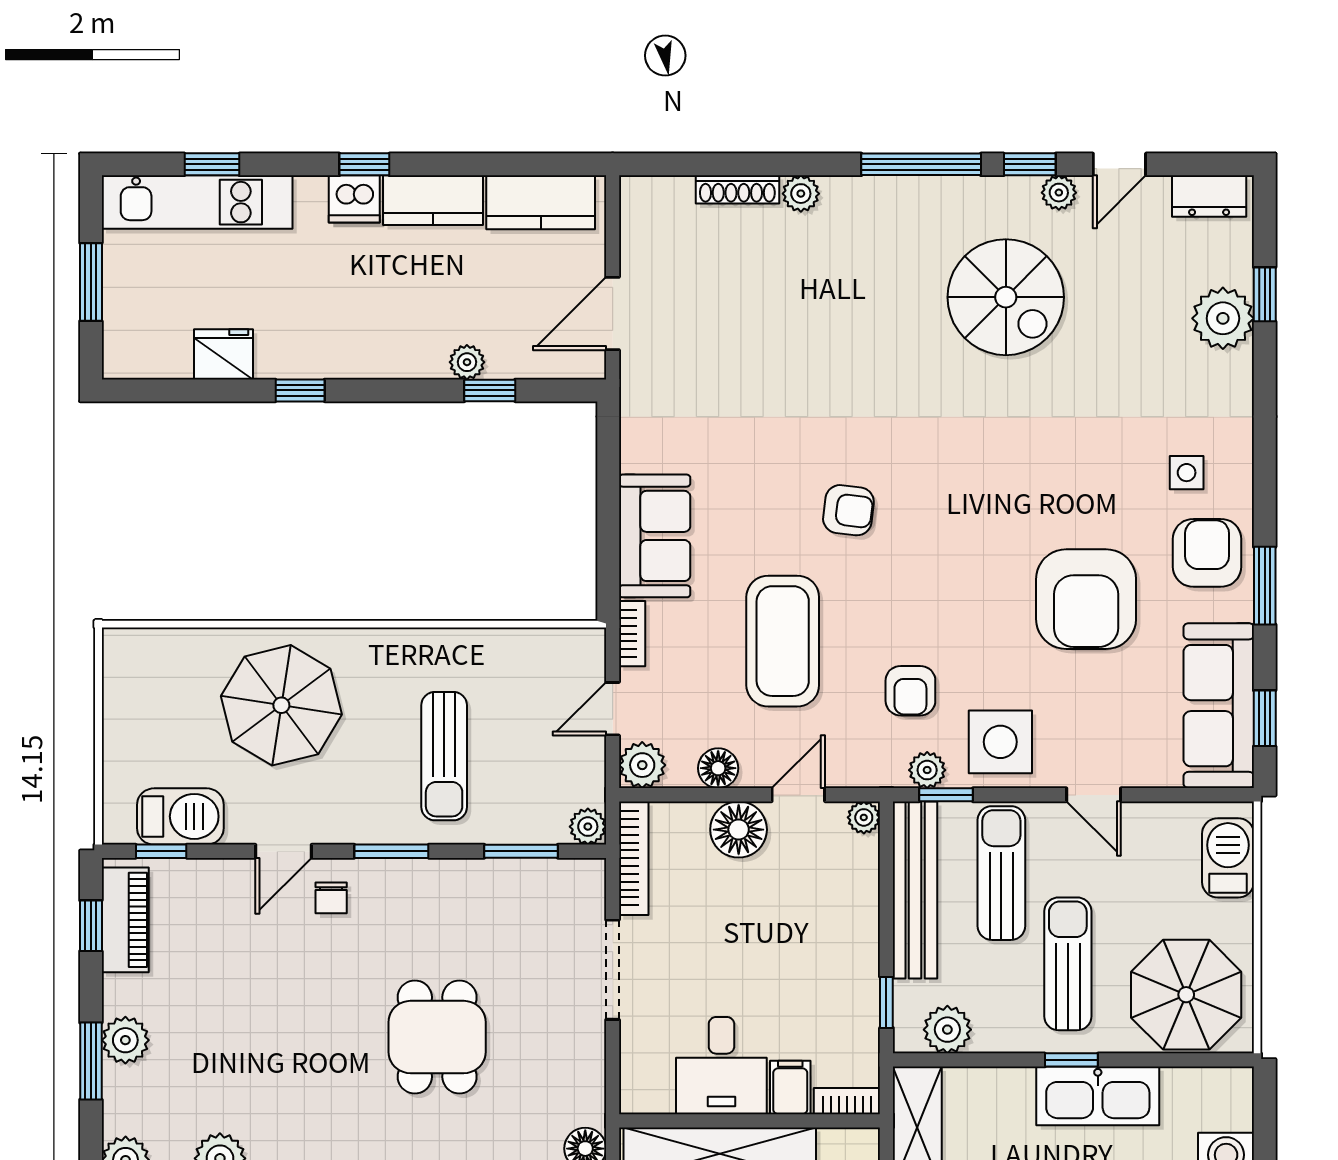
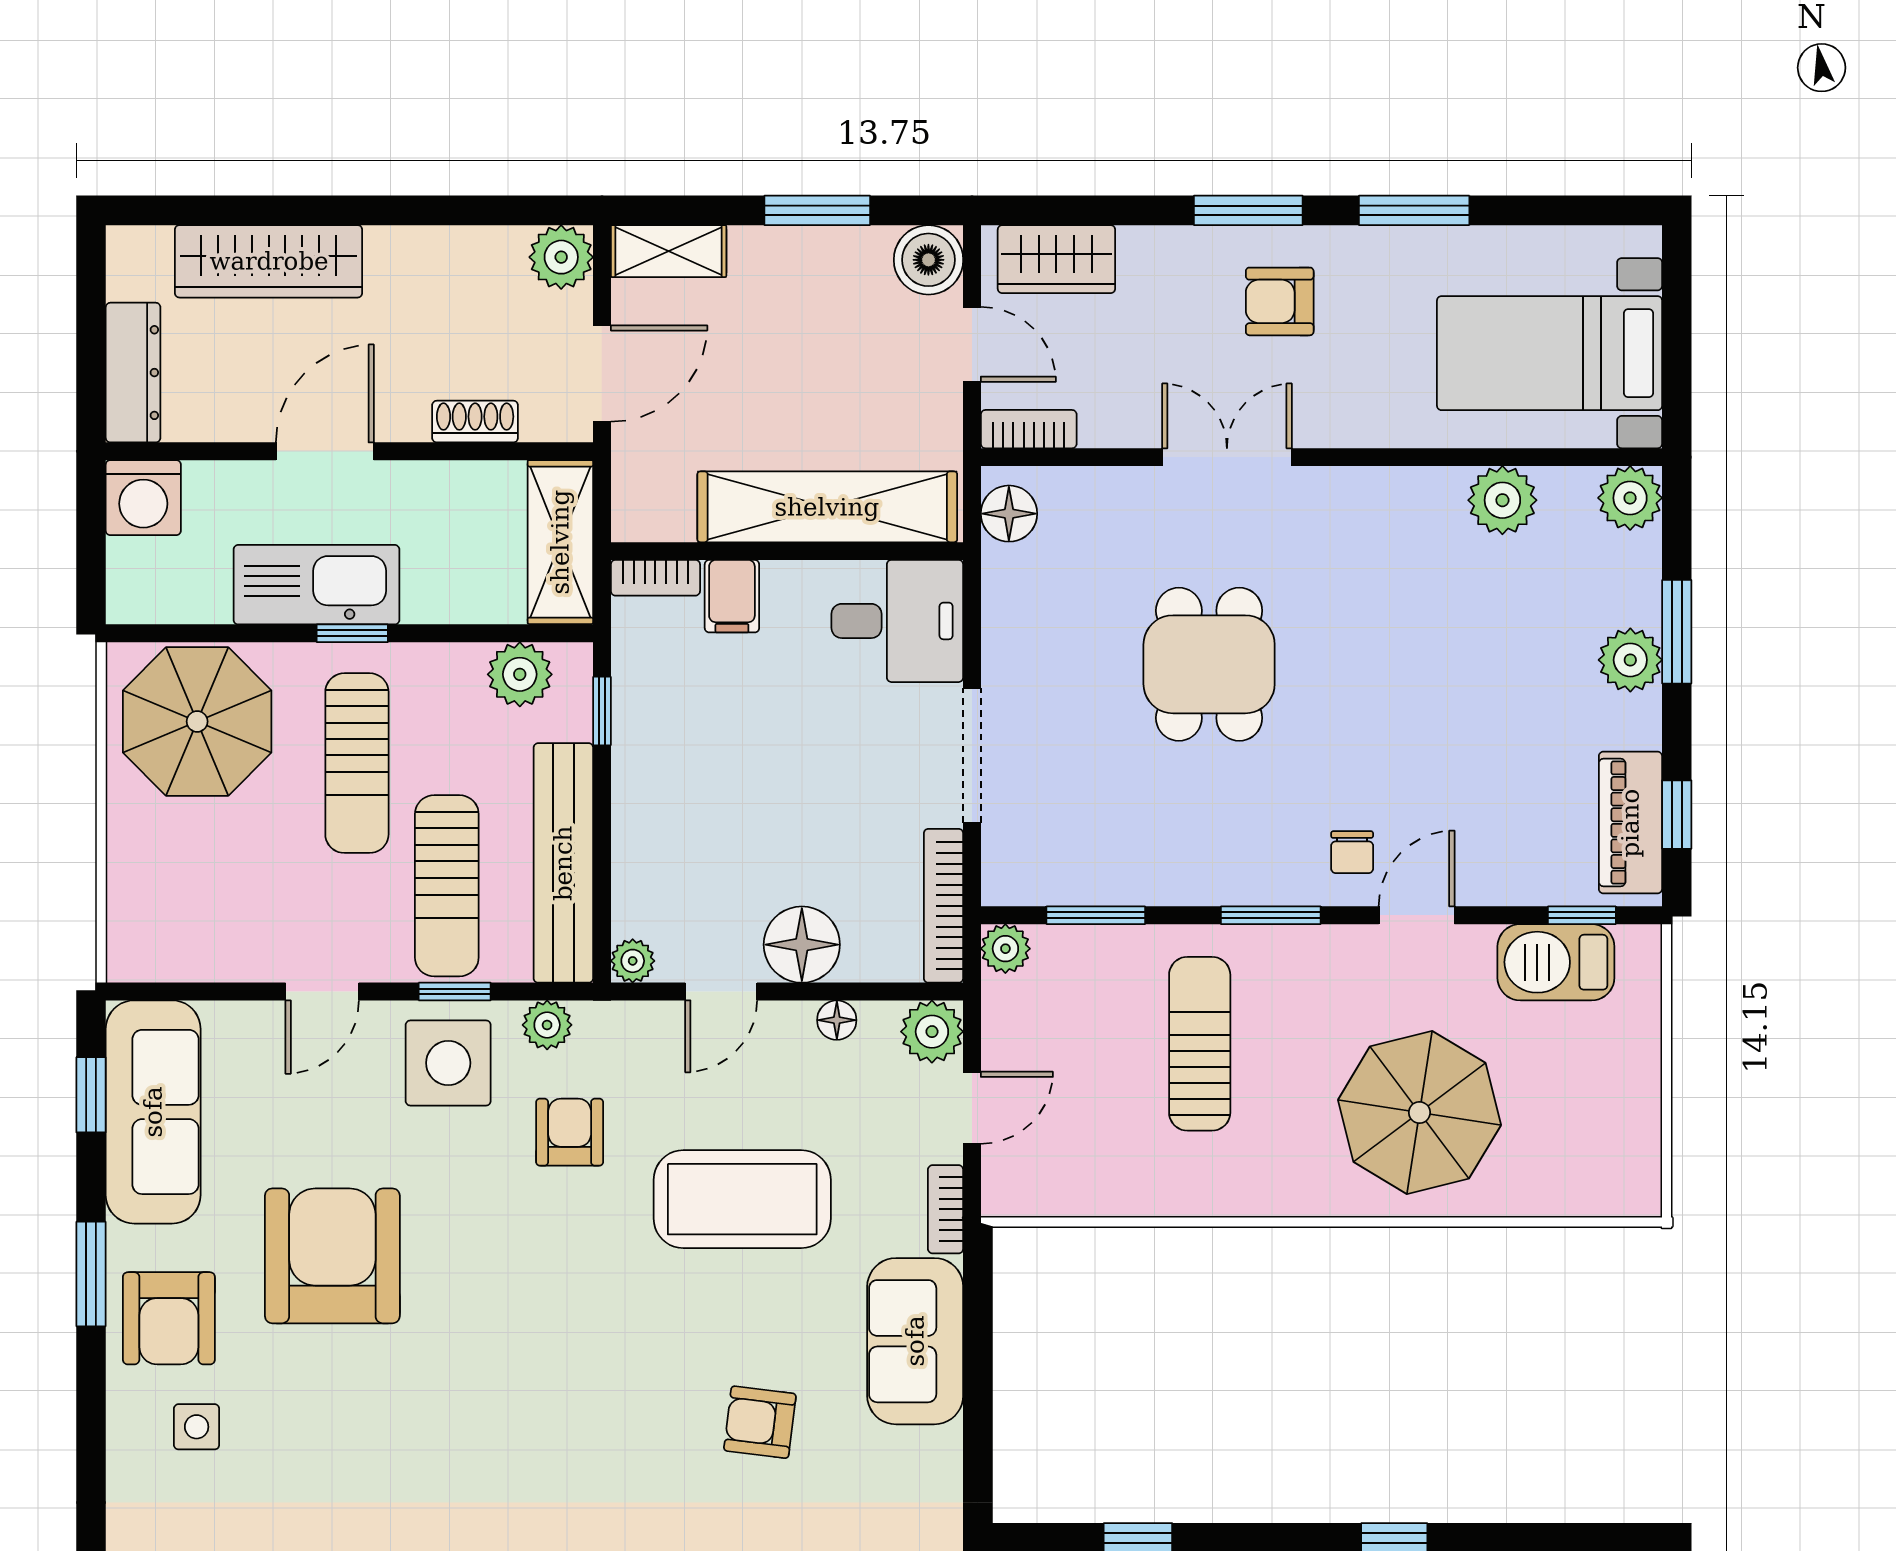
armchair: (848, 510) -> (760, 1422), moved
coffee table: (783, 641) -> (742, 1199), turned 90
floor lamp: (718, 768) -> (837, 1020), width x0.73, depth x0.73
window: (946, 795) -> (455, 992), moved
door: (1094, 795) -> (322, 992), swing flipped
barbecue: (1228, 858) -> (141, 906), removed
chair: (331, 898) -> (1352, 852), turned 180
desk: (721, 1066) -> (897, 621), moved, turned 90

